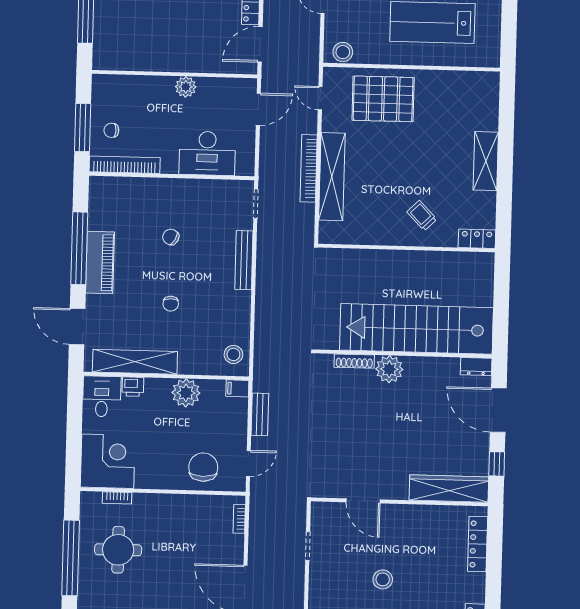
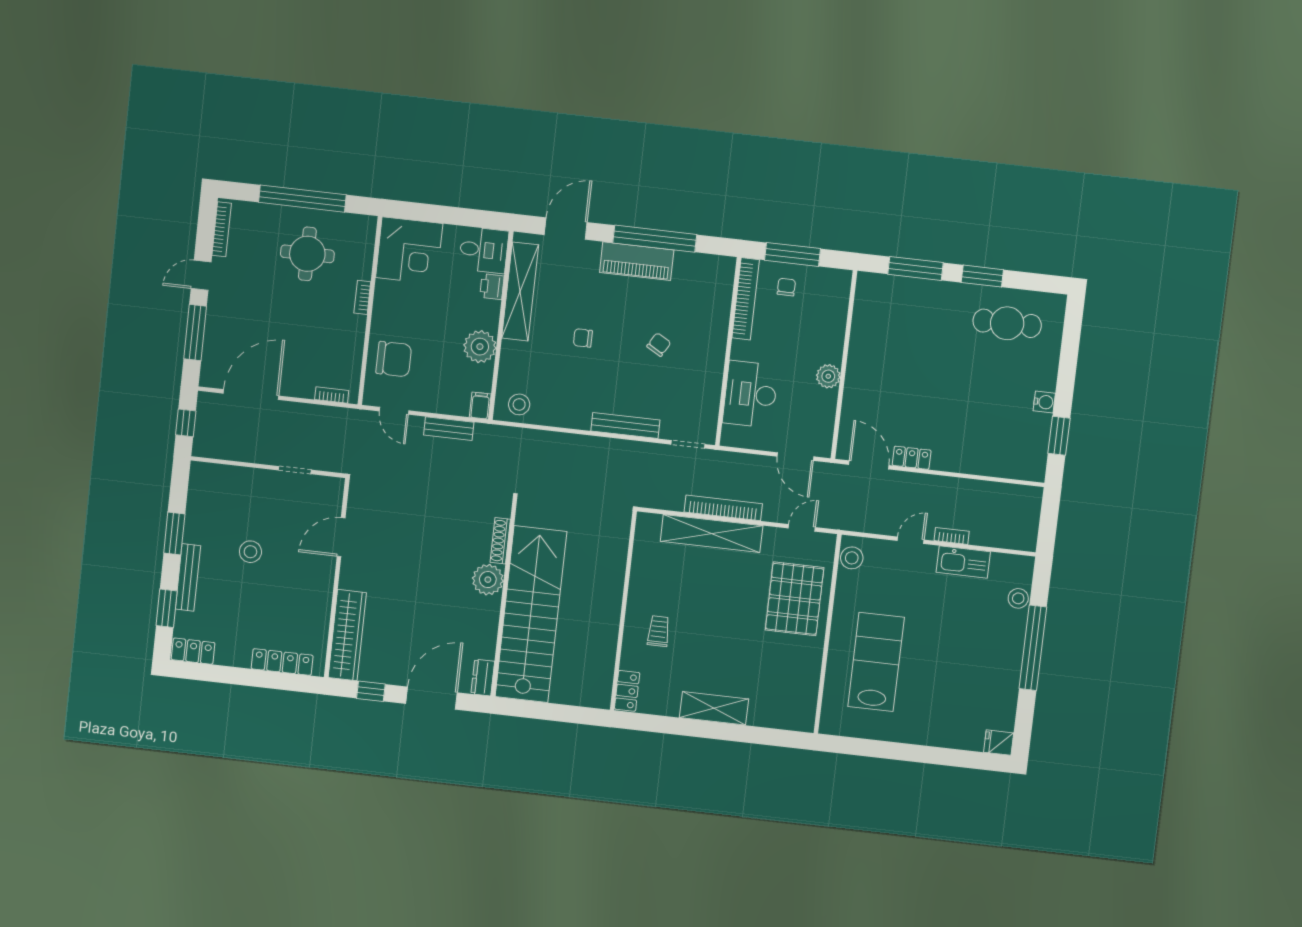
trolley: (422, 216) -> (659, 631), turned -46
bookcase: (117, 498) -> (362, 297), moved

